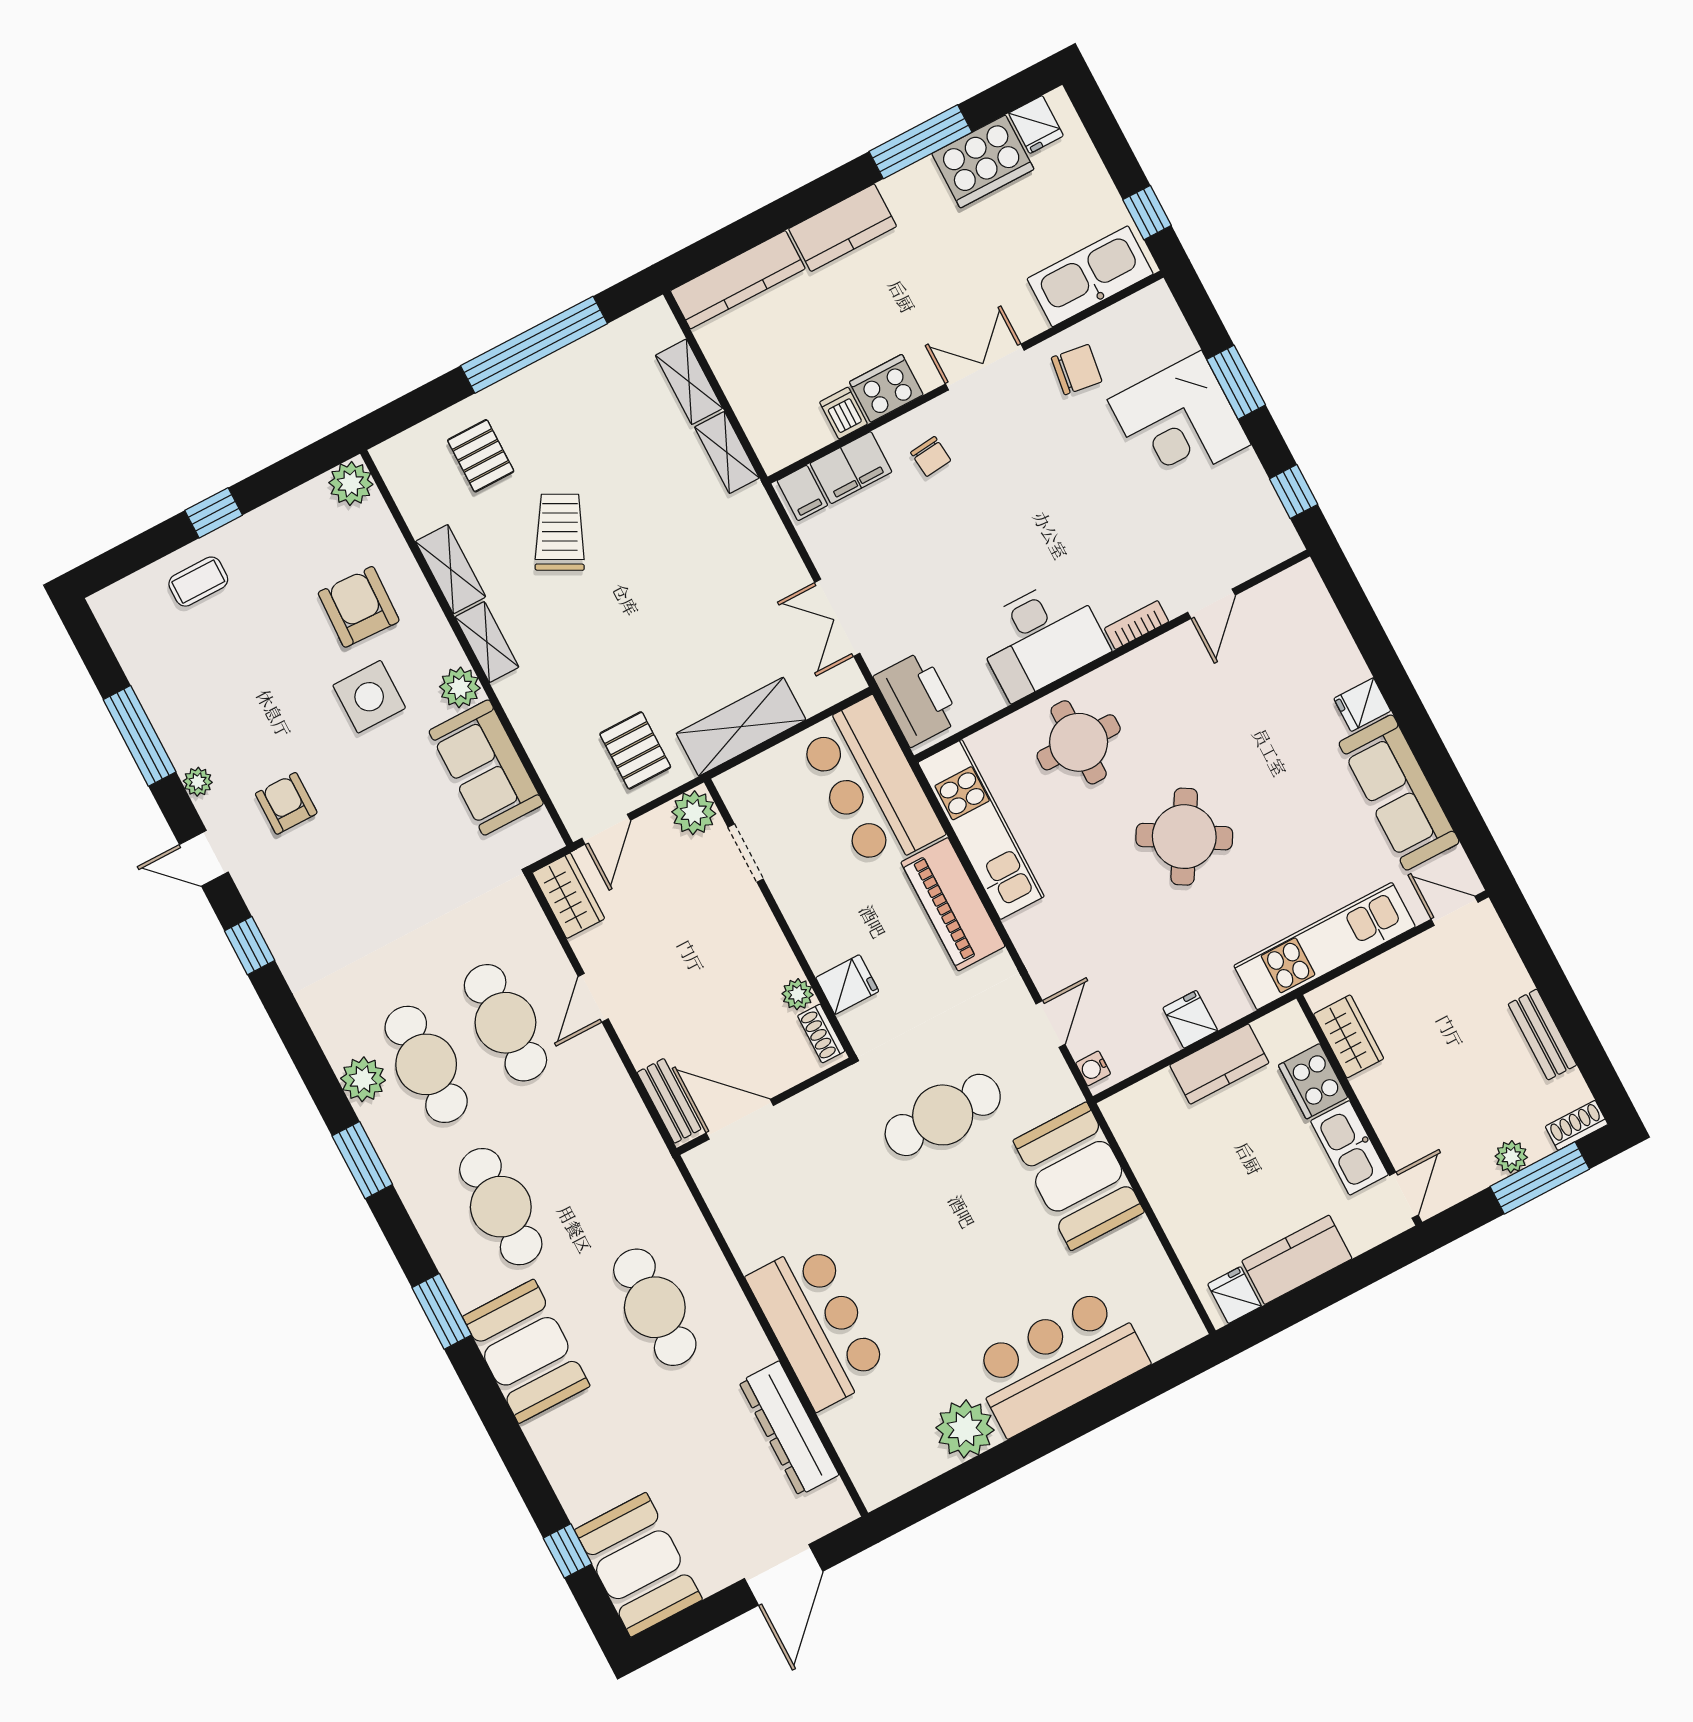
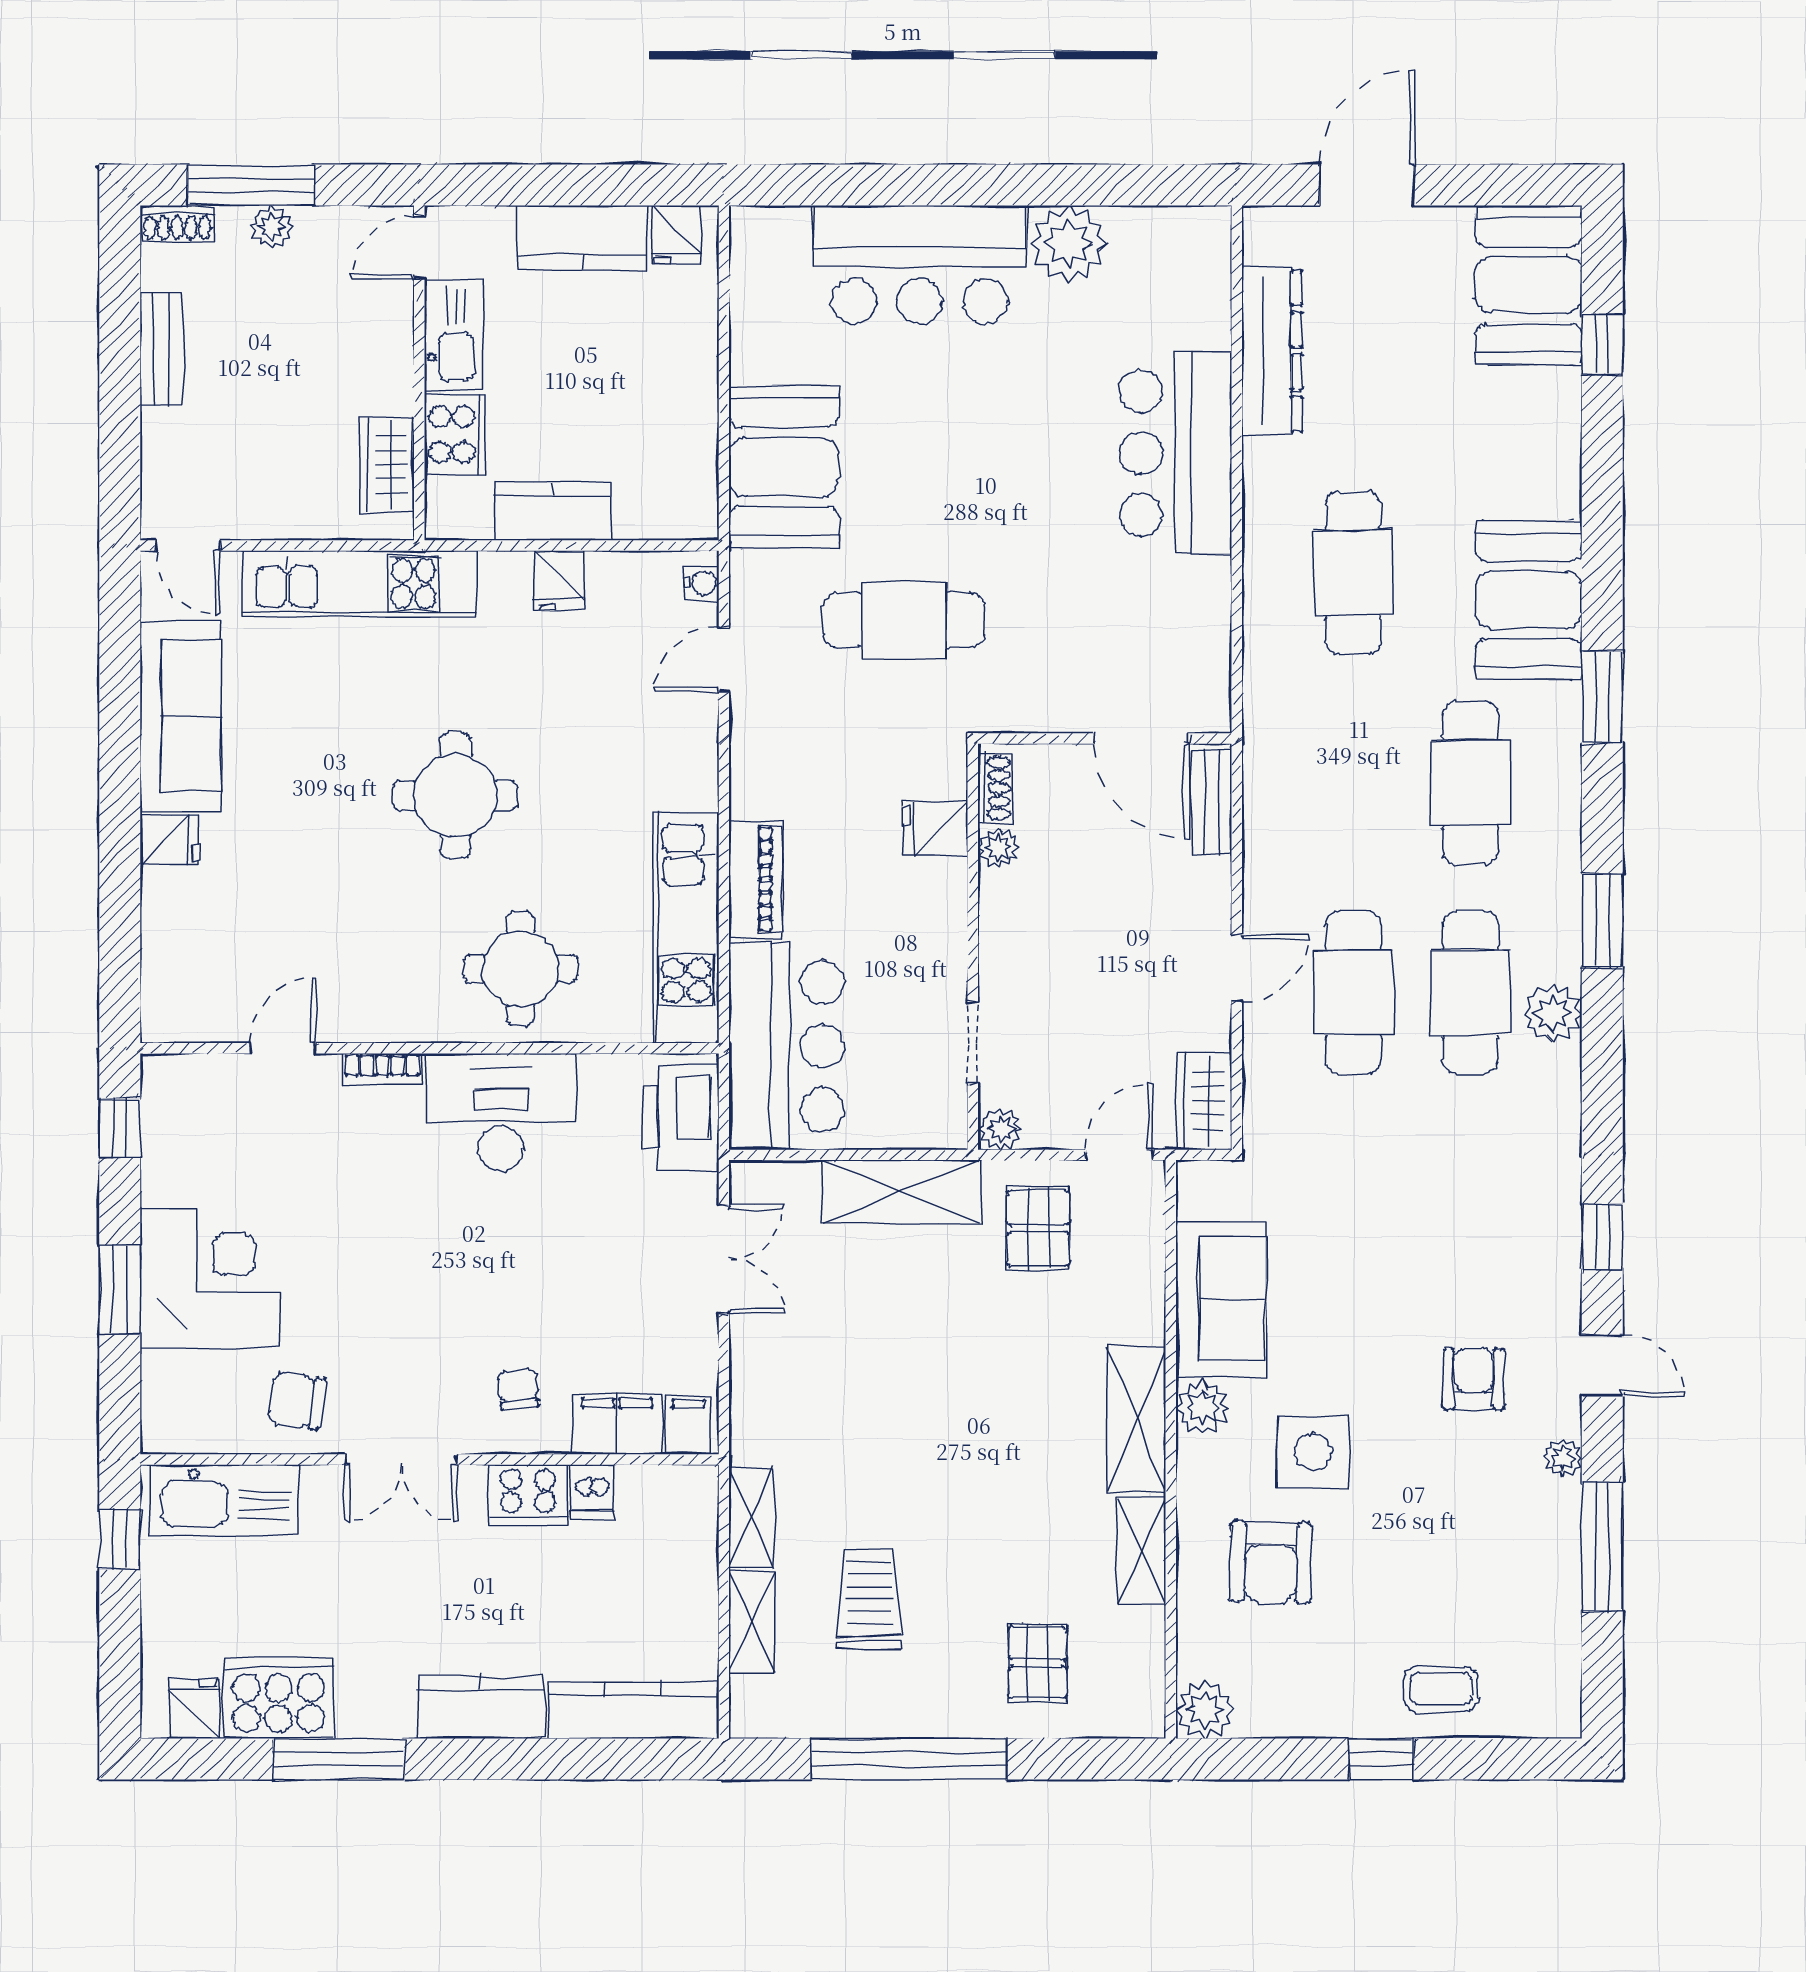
trolley: (560, 532) -> (869, 1600), moved, turned 152
shelving: (487, 642) -> (1136, 1419), width x1.50, depth x1.33
armchair: (286, 803) -> (1474, 1379), turned 180
plant: (694, 813) -> (1000, 1129), width x0.73, depth x0.73
round table: (1184, 837) -> (456, 795), turned -30
piano: (953, 904) -> (755, 879), width x0.73, depth x0.75

